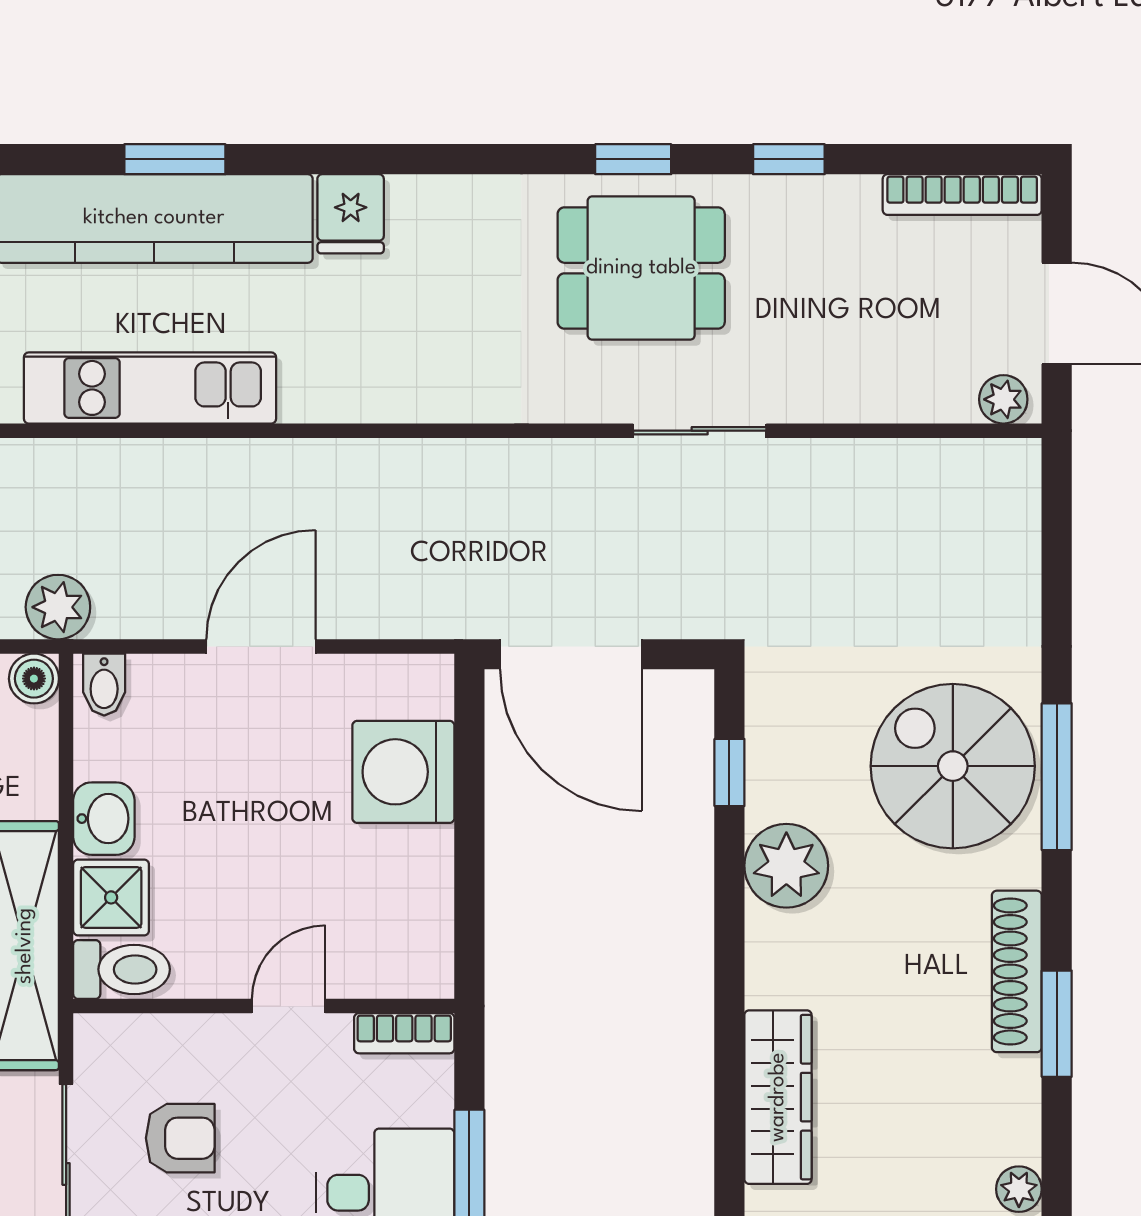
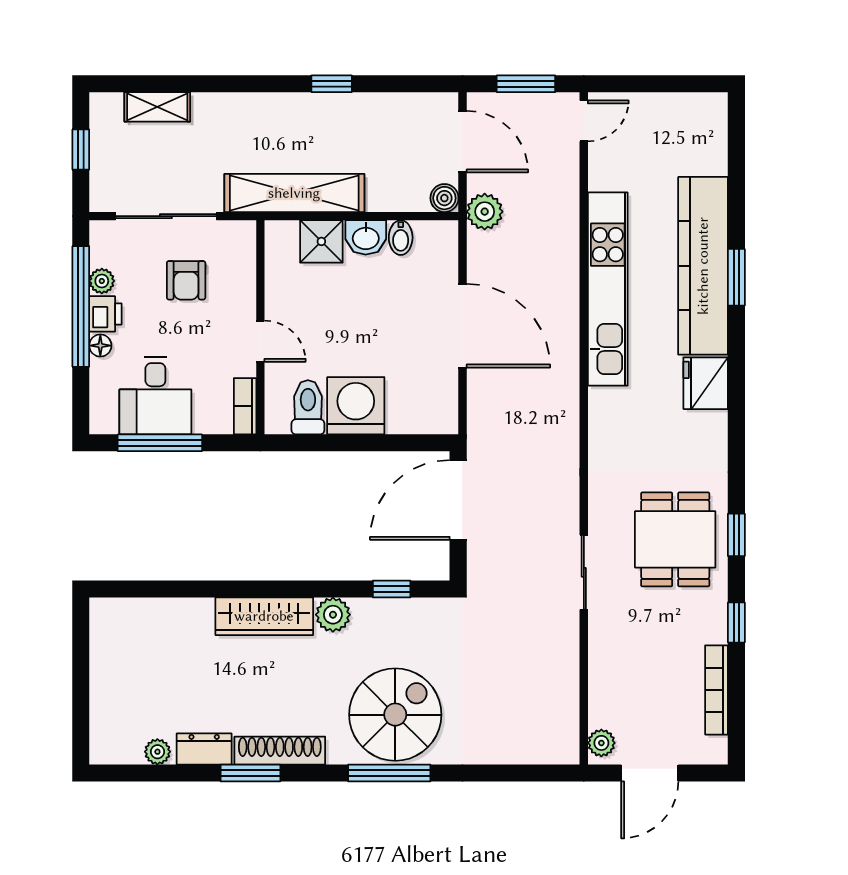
bookcase: (962, 195) -> (716, 690), moved
fridge: (351, 214) -> (706, 383), width x1.38
kitchen unit: (150, 388) -> (608, 289), width x1.36
door: (261, 646) -> (462, 326), width x1.36
bidet: (104, 685) -> (401, 238), moved, turned -90
washing machine: (403, 772) -> (356, 406), moved
plant: (786, 866) -> (333, 615), width x0.73, depth x0.73
toilet: (122, 969) -> (308, 407), moved, turned 180
wardrobe: (778, 1097) -> (264, 616), moved
dresser: (1014, 1106) -> (204, 749), added

